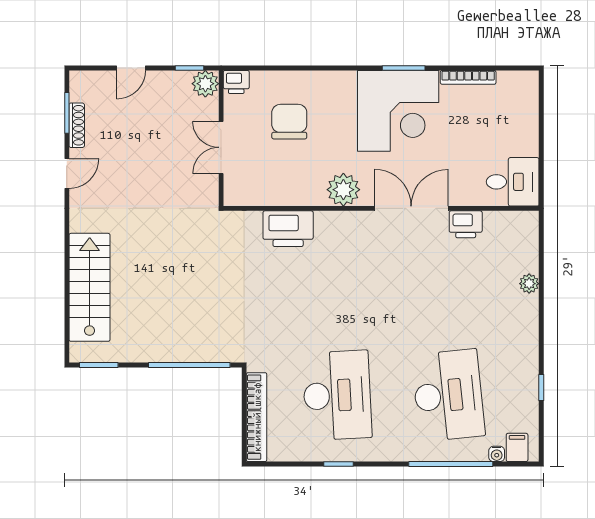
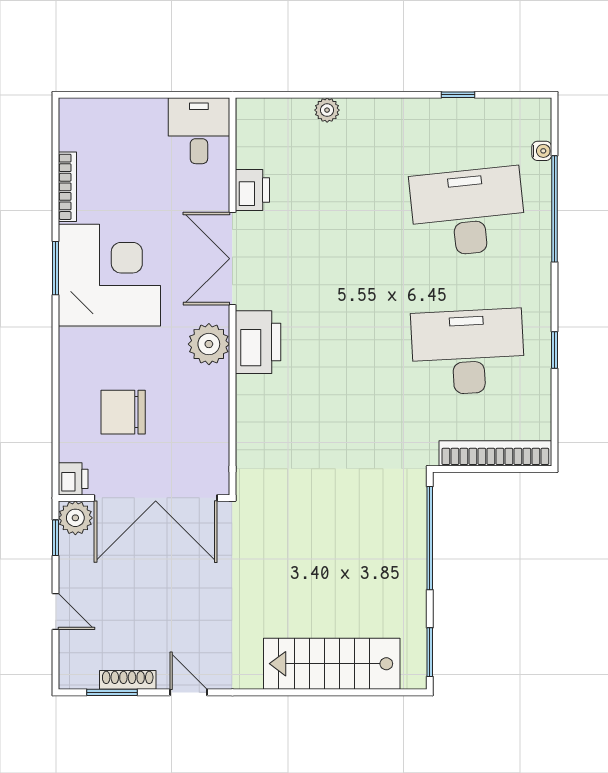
double door: (221, 147) -> (156, 498), width x1.87
printer: (288, 229) -> (258, 342), moved
filing cabinet: (517, 447) -> (534, 125), removed

